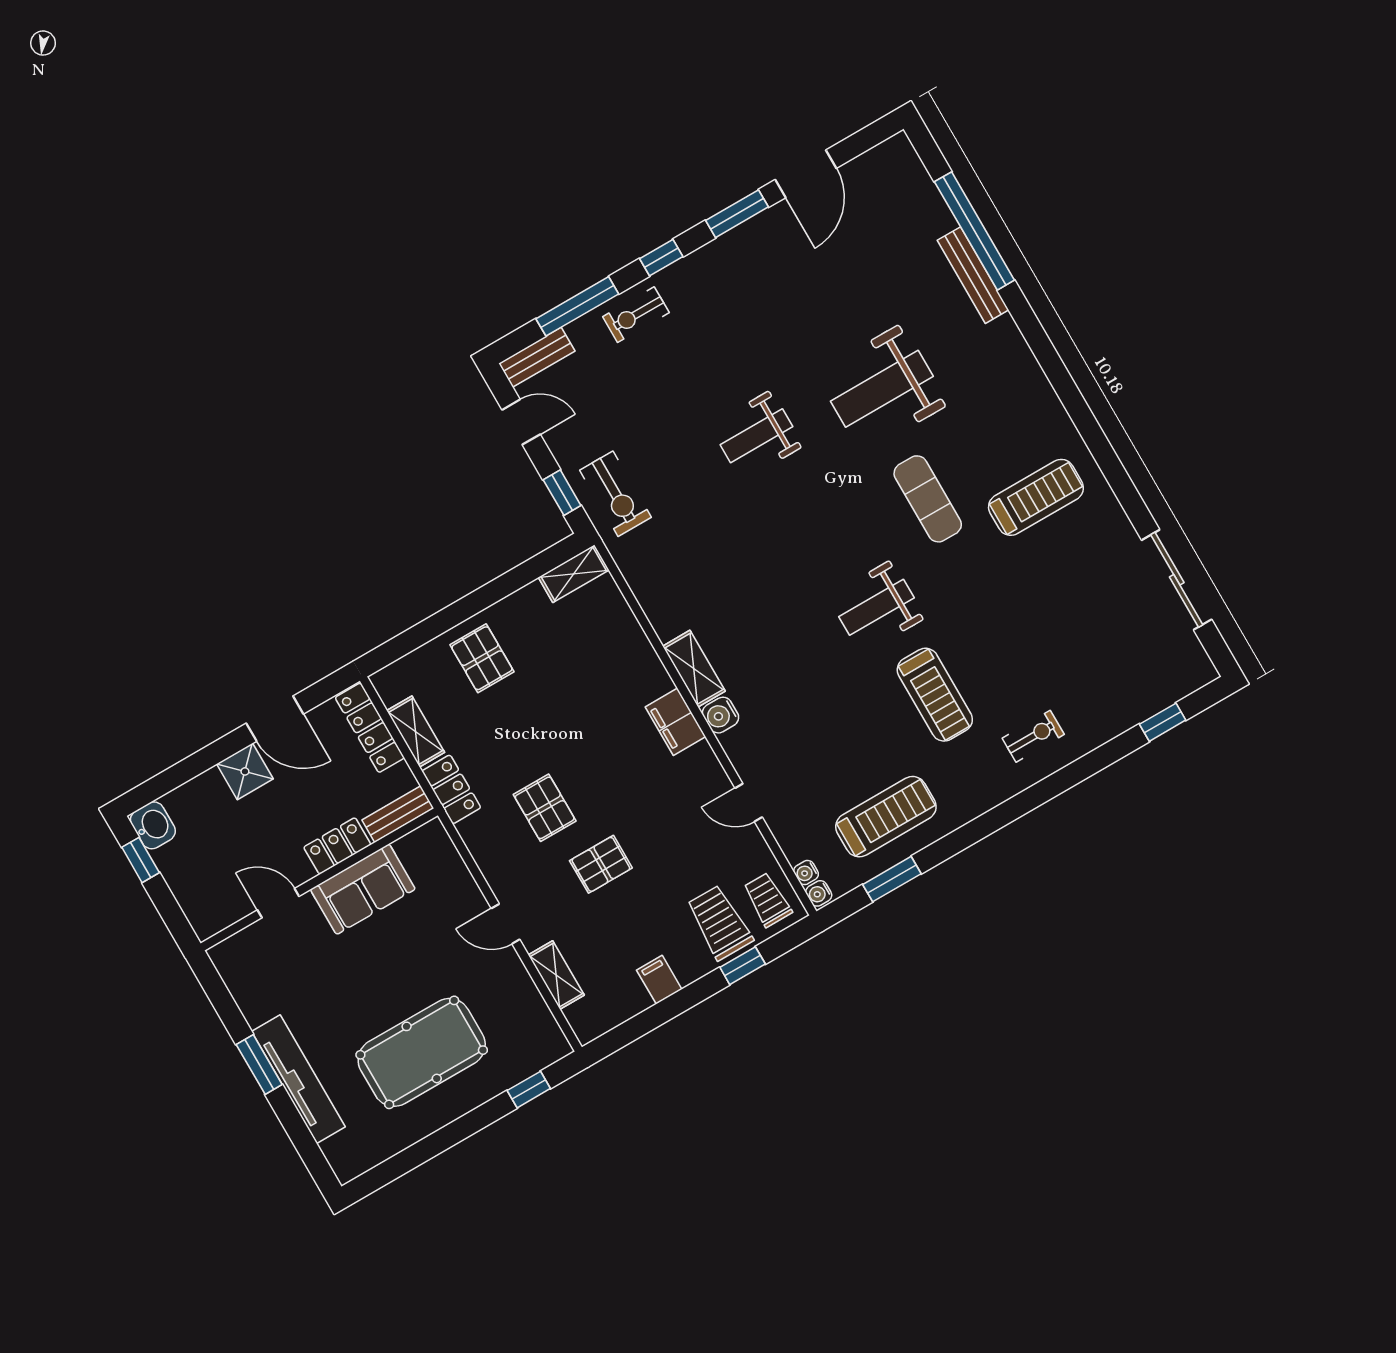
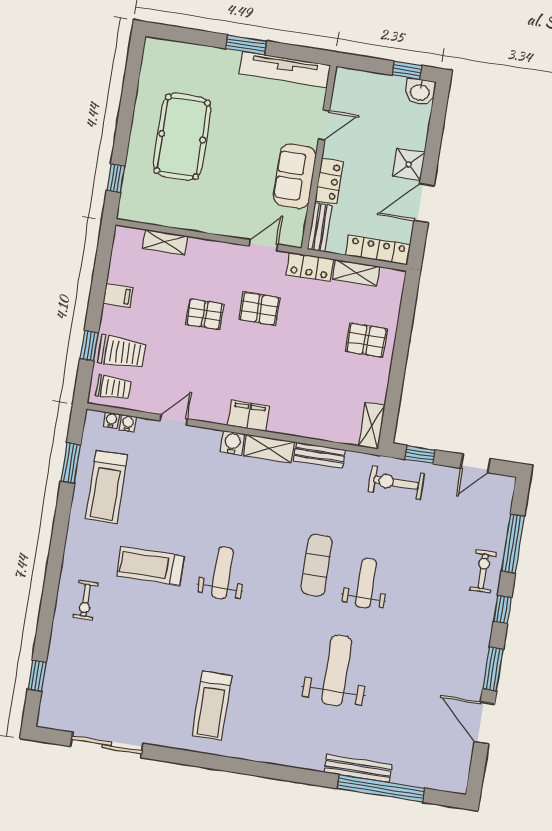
bench: (537, 357) -> (319, 455), moved, turned 90
exercise mat: (928, 499) -> (317, 565), moved, turned 90
pallet: (601, 864) -> (205, 314), turned 90
water cooler: (819, 893) -> (128, 423), moved
door: (506, 924) -> (263, 245), moved
tv unit: (298, 1079) -> (285, 69), moved

